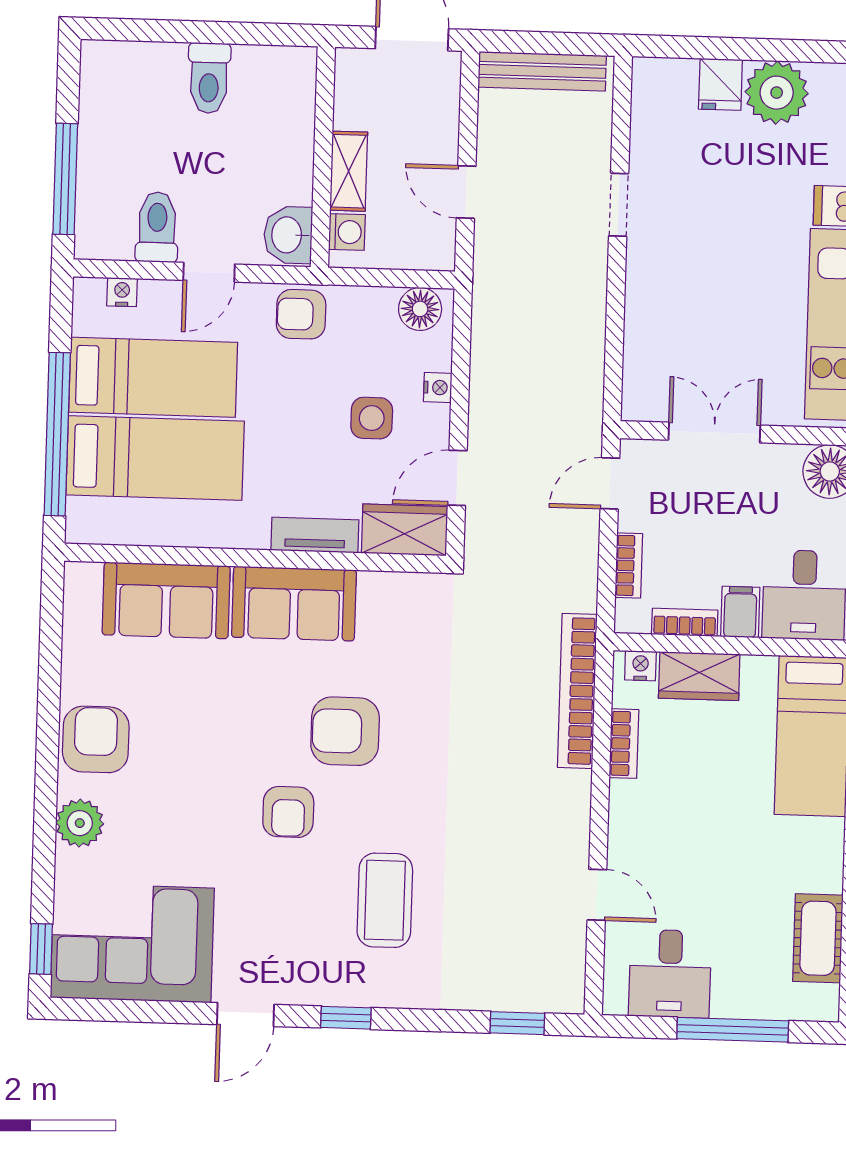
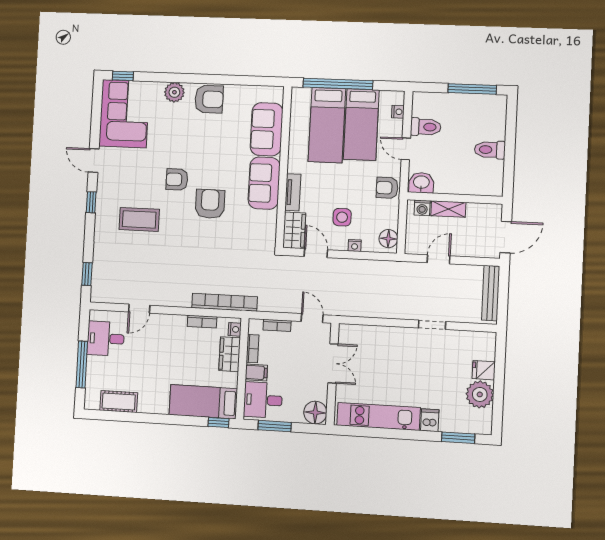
window: (65, 179) -> (472, 89), moved
armchair: (301, 314) -> (387, 188), turned -90

